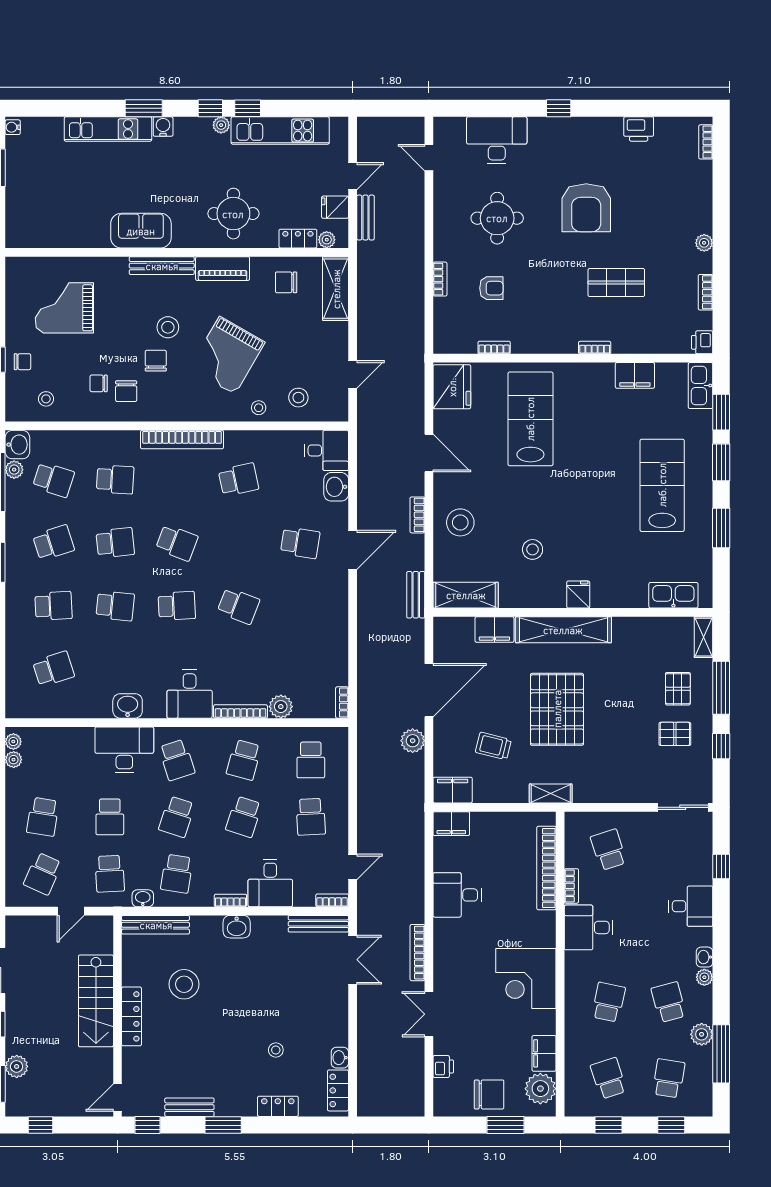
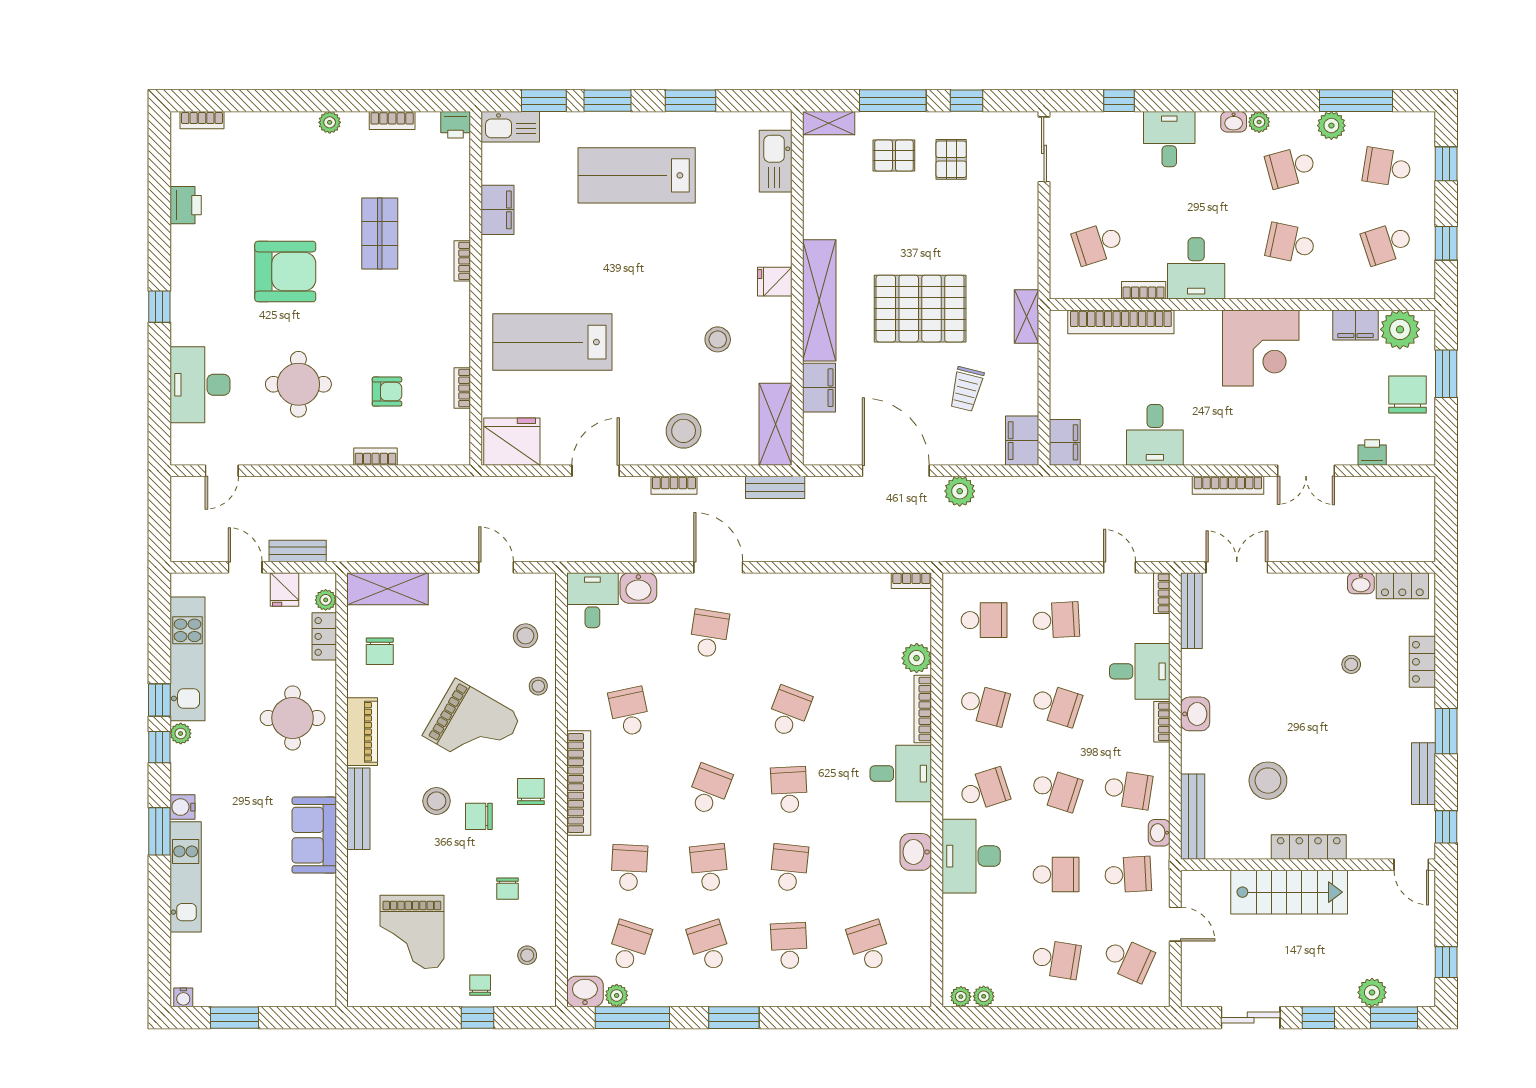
armchair: (491, 288) -> (387, 392), turned 90
chair: (126, 391) -> (531, 792), moved, turned -90

